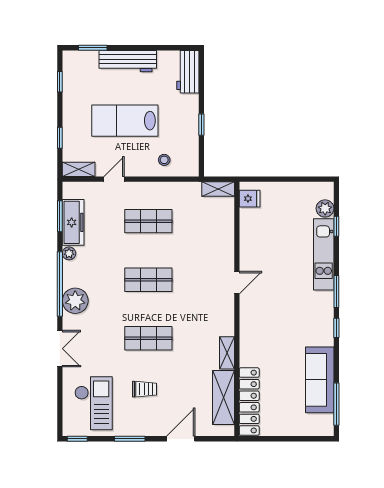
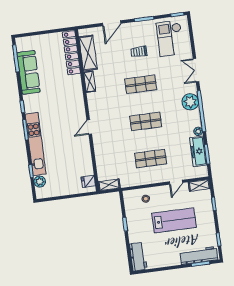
workbench: (128, 61) -> (199, 255), moved
kitchen unit: (324, 254) -> (36, 144), width x1.36

